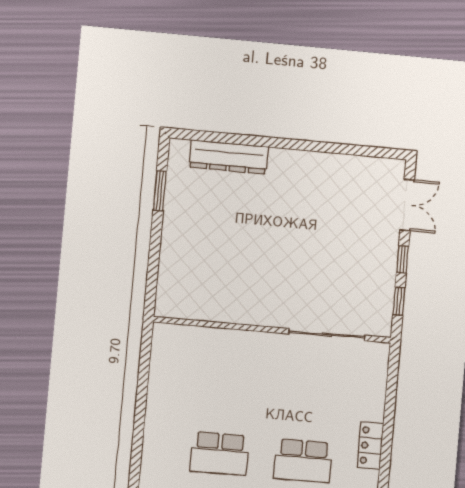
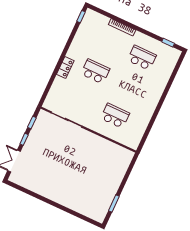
dresser: (229, 157) -> (81, 207), removed
school desk: (219, 454) -> (115, 116), moved

